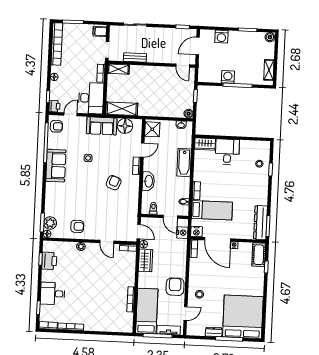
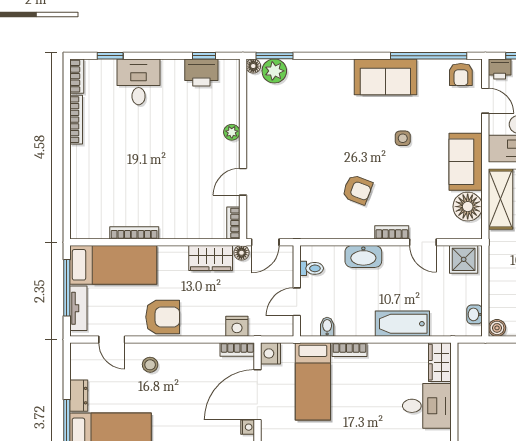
armchair: (77, 226) -> (270, 123), removed
nightstand: (182, 233) -> (237, 326), moved

